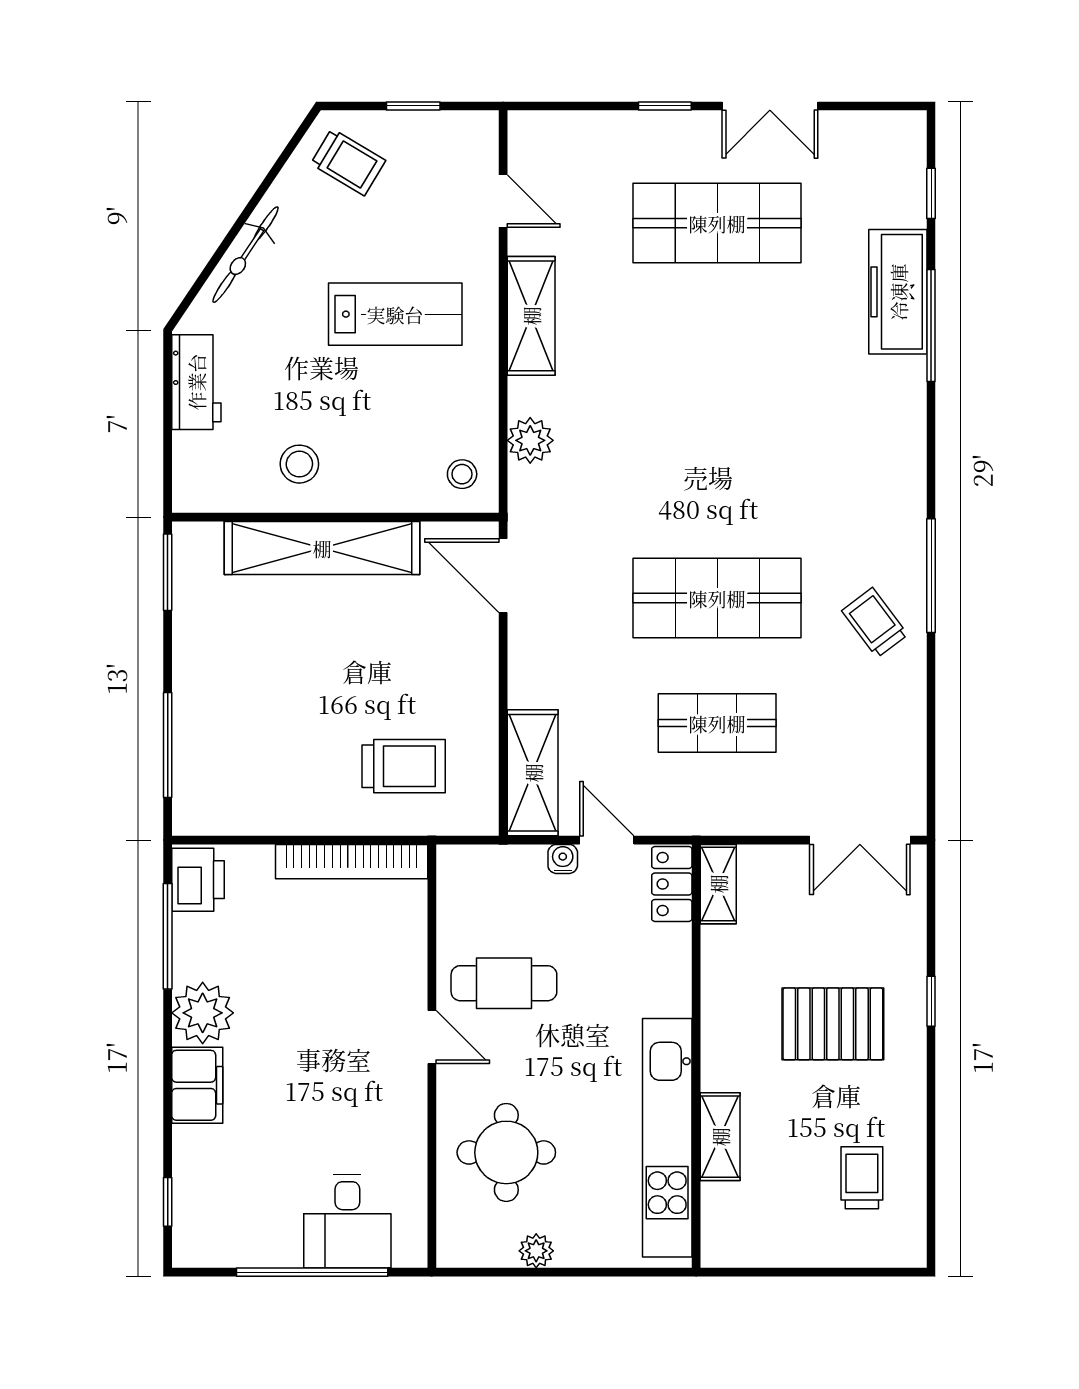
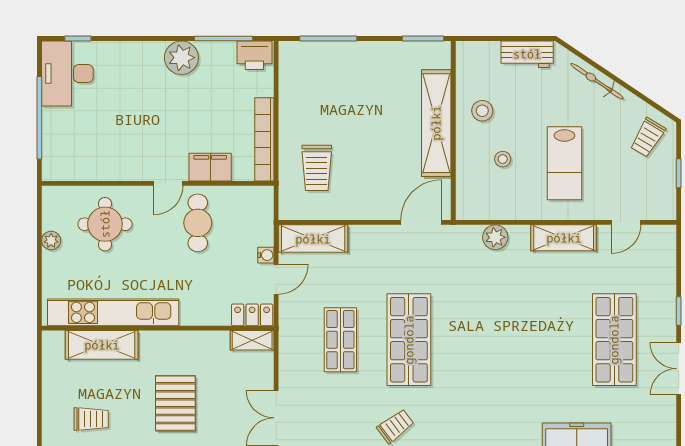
stool: (462, 474) -> (503, 159), moved
filing cabinet: (197, 1085) -> (210, 167), moved, turned 180
shelving: (720, 1137) -> (102, 345), width x1.50, depth x1.33
desk: (347, 1221) -> (67, 74), moved, width x1.37

